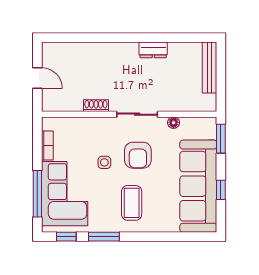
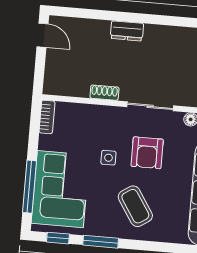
dresser: (153, 50) -> (127, 31), moved
door: (37, 78) -> (42, 35), moved
bookcase: (47, 146) -> (47, 117), moved
coffee table: (132, 203) -> (135, 206), turned -33

